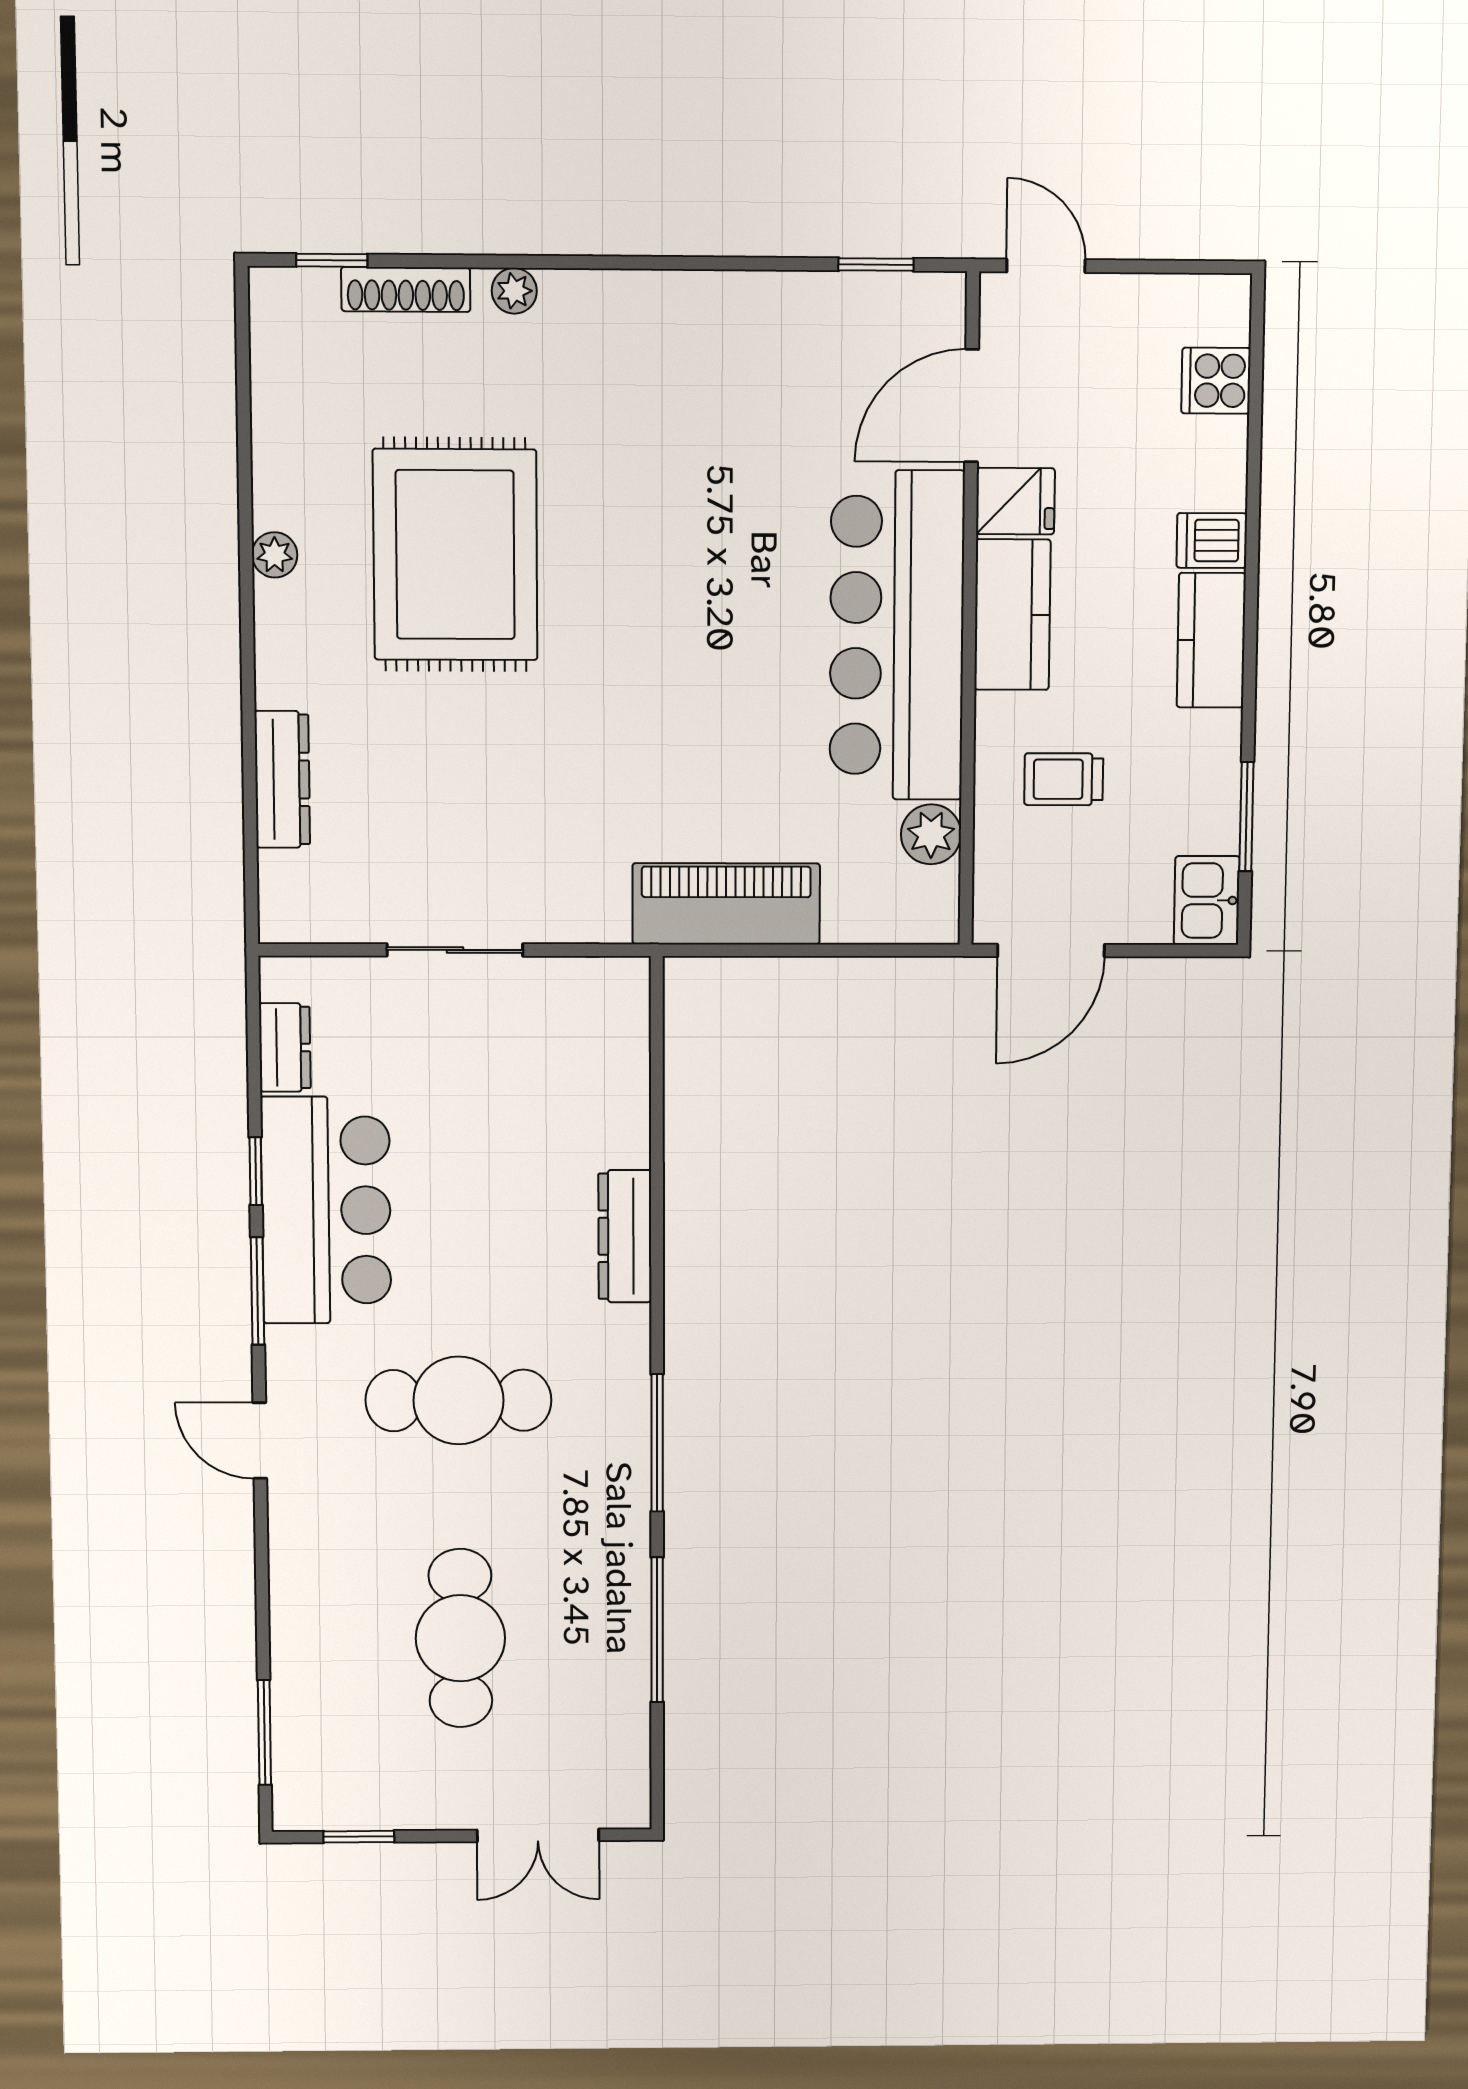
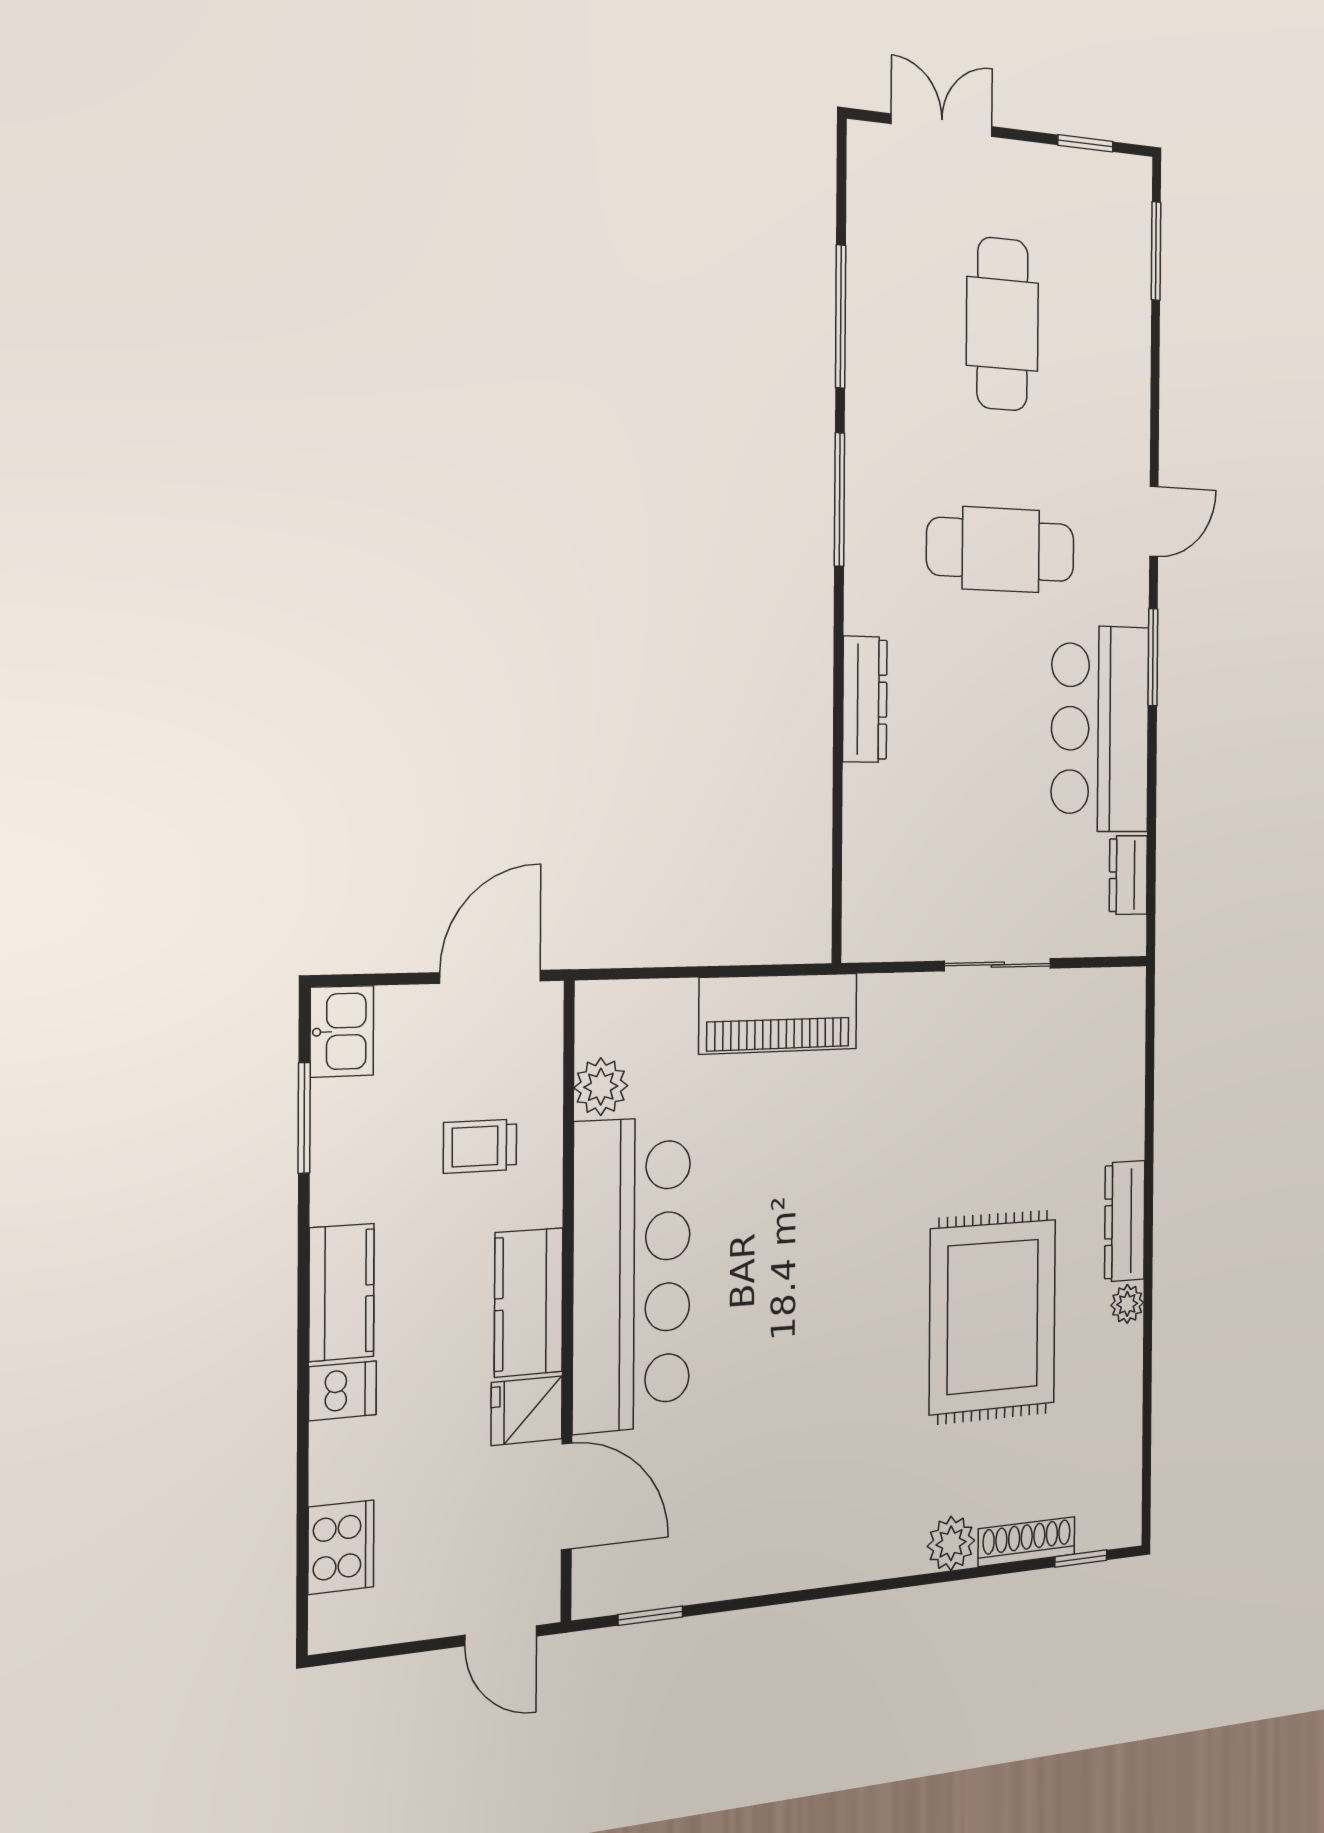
plant: (514, 291) -> (951, 1543), width x1.38, depth x1.38
cooker: (1216, 381) -> (341, 1547), width x1.36
door: (972, 406) -> (567, 1496), hinge flipped
dresser: (282, 779) -> (1125, 1221), moved
trolley: (1064, 779) -> (480, 1146), turned 180
window: (256, 1171) -> (1152, 765), removed
door: (260, 1441) -> (1154, 521), hinge flipped

